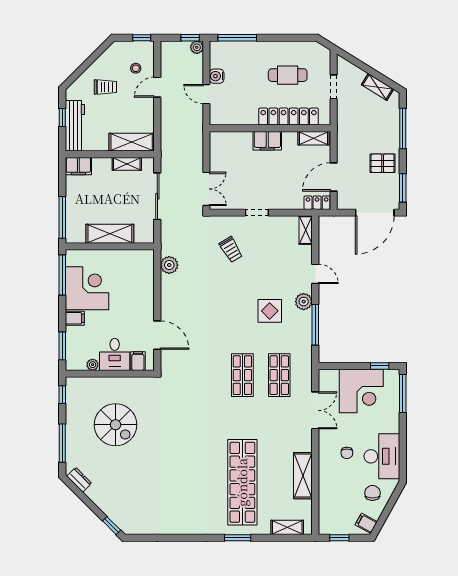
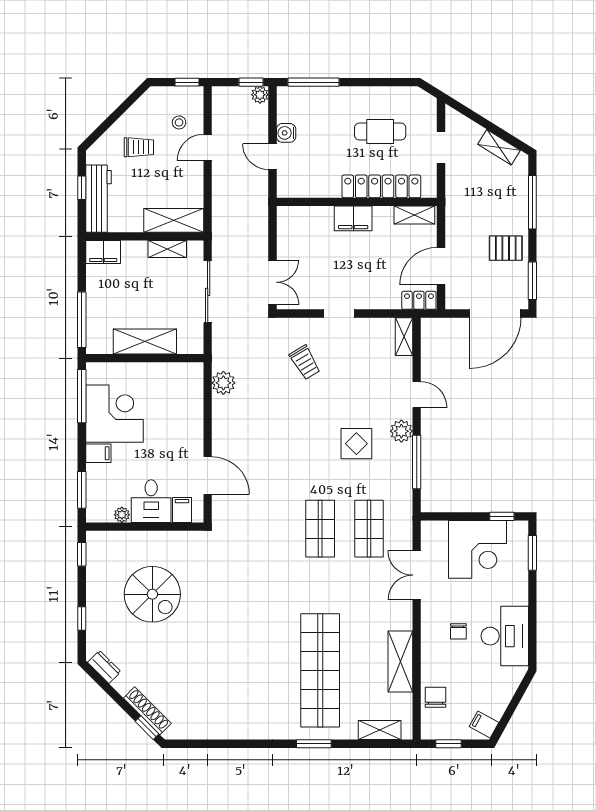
window: (403, 393) -> (532, 553), width x0.69
double door: (315, 410) -> (417, 575), swing flipped
window: (62, 443) -> (82, 619), width x0.46
chair: (372, 493) -> (435, 697), moved
shoe rack: (112, 513) -> (147, 711), added

